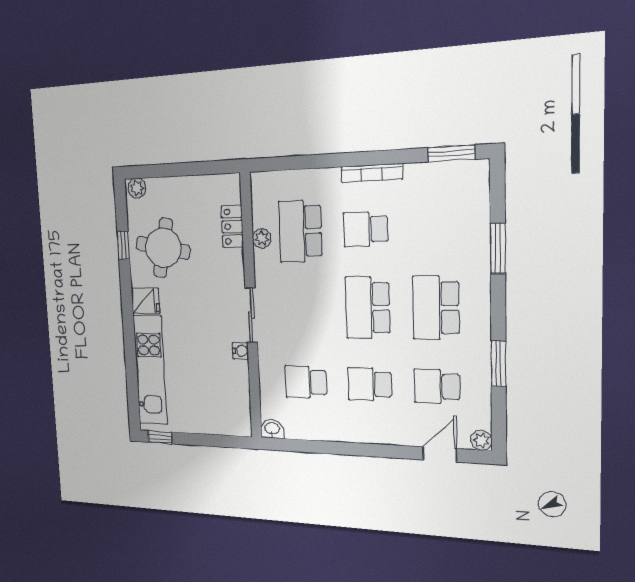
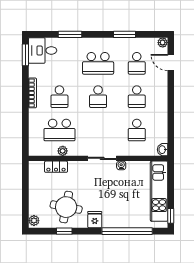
desk: (462, 190) -> (43, 50), added
school desk: (368, 308) -> (98, 97), width x0.54
window: (131, 359) -> (127, 231), added
kitchen unit: (150, 370) -> (159, 191), moved, turned -90

